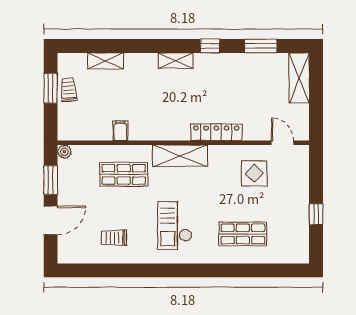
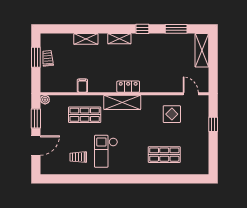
shelving: (106, 61) -> (86, 39), moved
locker: (216, 132) -> (128, 87), moved, width x0.66
window: (316, 214) -> (213, 124), moved
checkout: (175, 225) -> (106, 151), moved

